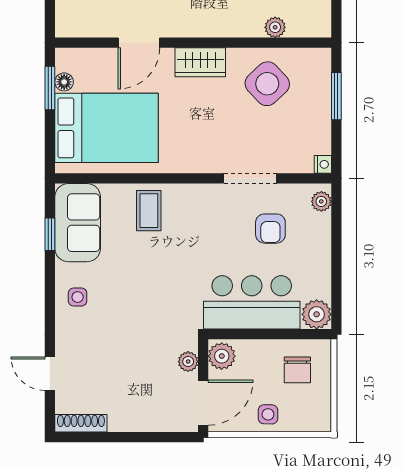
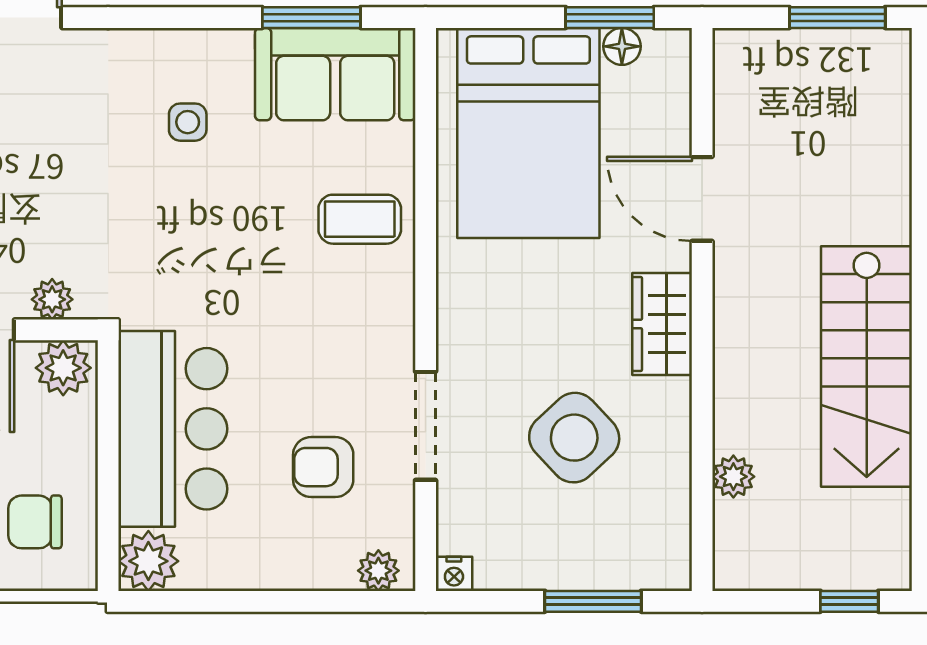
side table: (267, 84) -> (574, 438), moved
window: (50, 234) -> (311, 18), width x1.50
side table: (78, 297) -> (188, 122), moved

